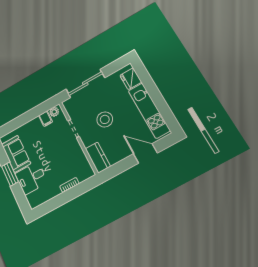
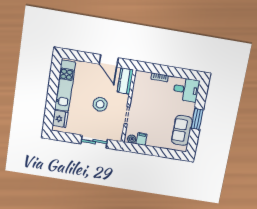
sliding door: (85, 84) -> (94, 142), width x0.73
door: (145, 153) -> (109, 61), moved
desk: (31, 178) -> (186, 90), moved

